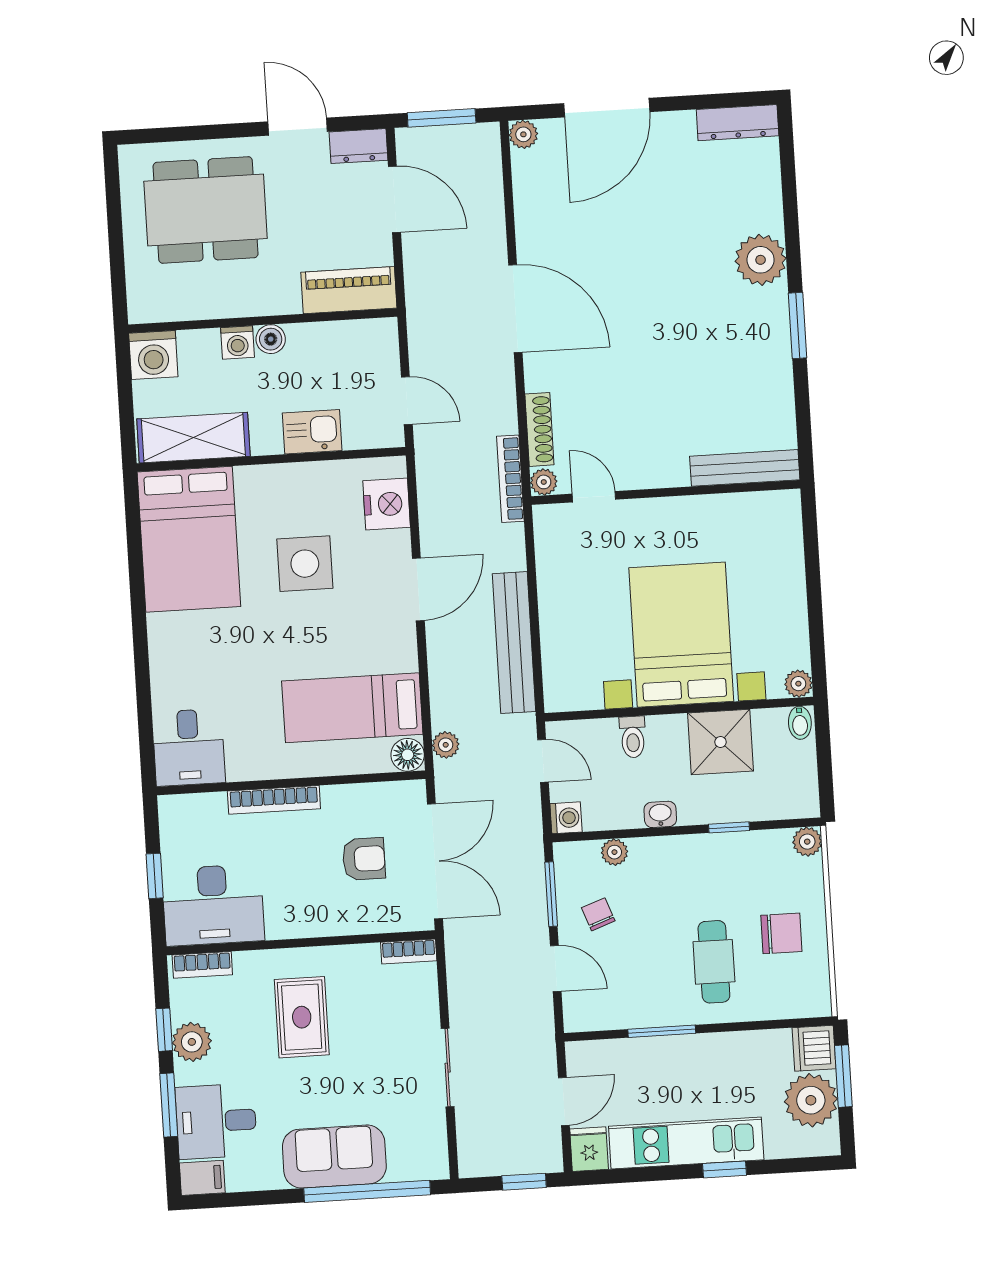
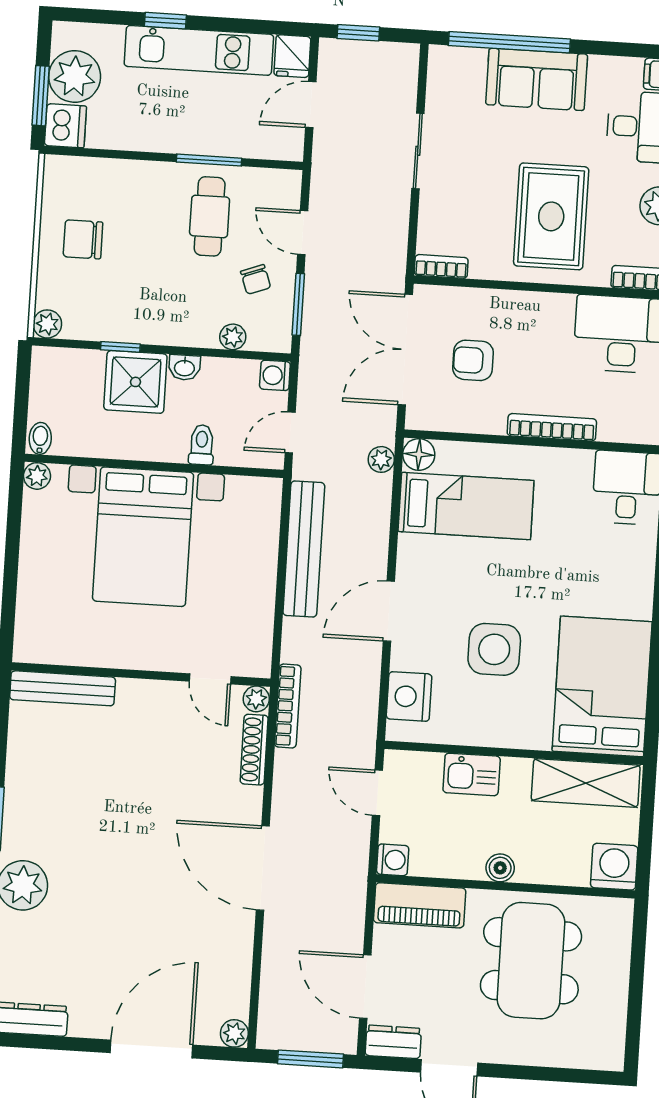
dining table: (206, 210) -> (531, 961), moved, turned 90
washing machine: (237, 342) -> (393, 860), moved, turned 90
shower: (721, 742) -> (135, 382), moved
door: (543, 761) -> (290, 432), hinge flipped
cafe table: (714, 962) -> (210, 216), moved
rug: (302, 1017) -> (551, 216), width x1.36, depth x1.43

